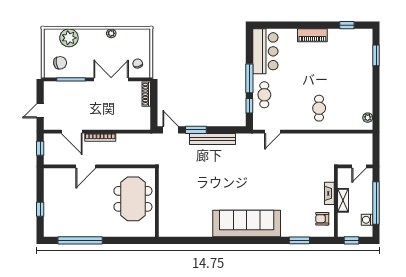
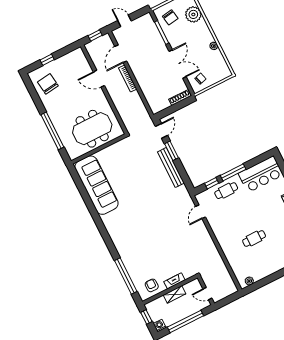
cafe table: (319, 108) -> (254, 239), moved
door: (273, 132) -> (200, 212), hinge flipped
washing machine: (367, 220) -> (160, 326), moved
chair: (65, 221) -> (48, 84), added
sofa: (247, 223) -> (96, 185), moved
window: (80, 240) -> (52, 131), moved
window: (299, 240) -> (126, 276), width x2.11

